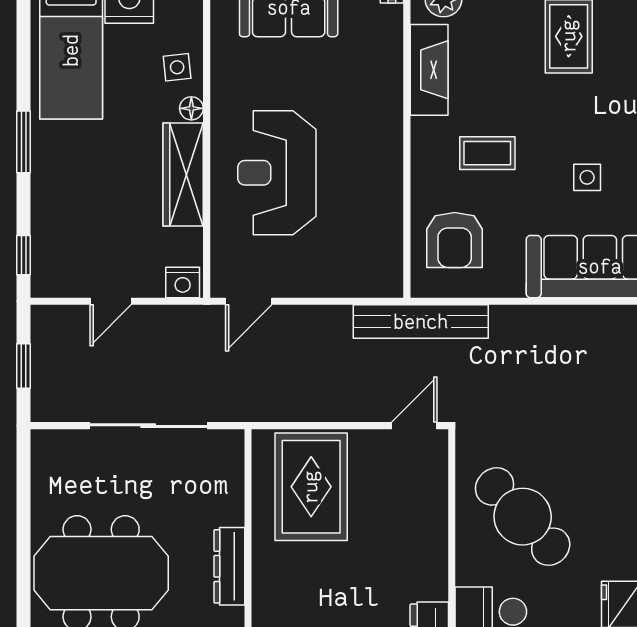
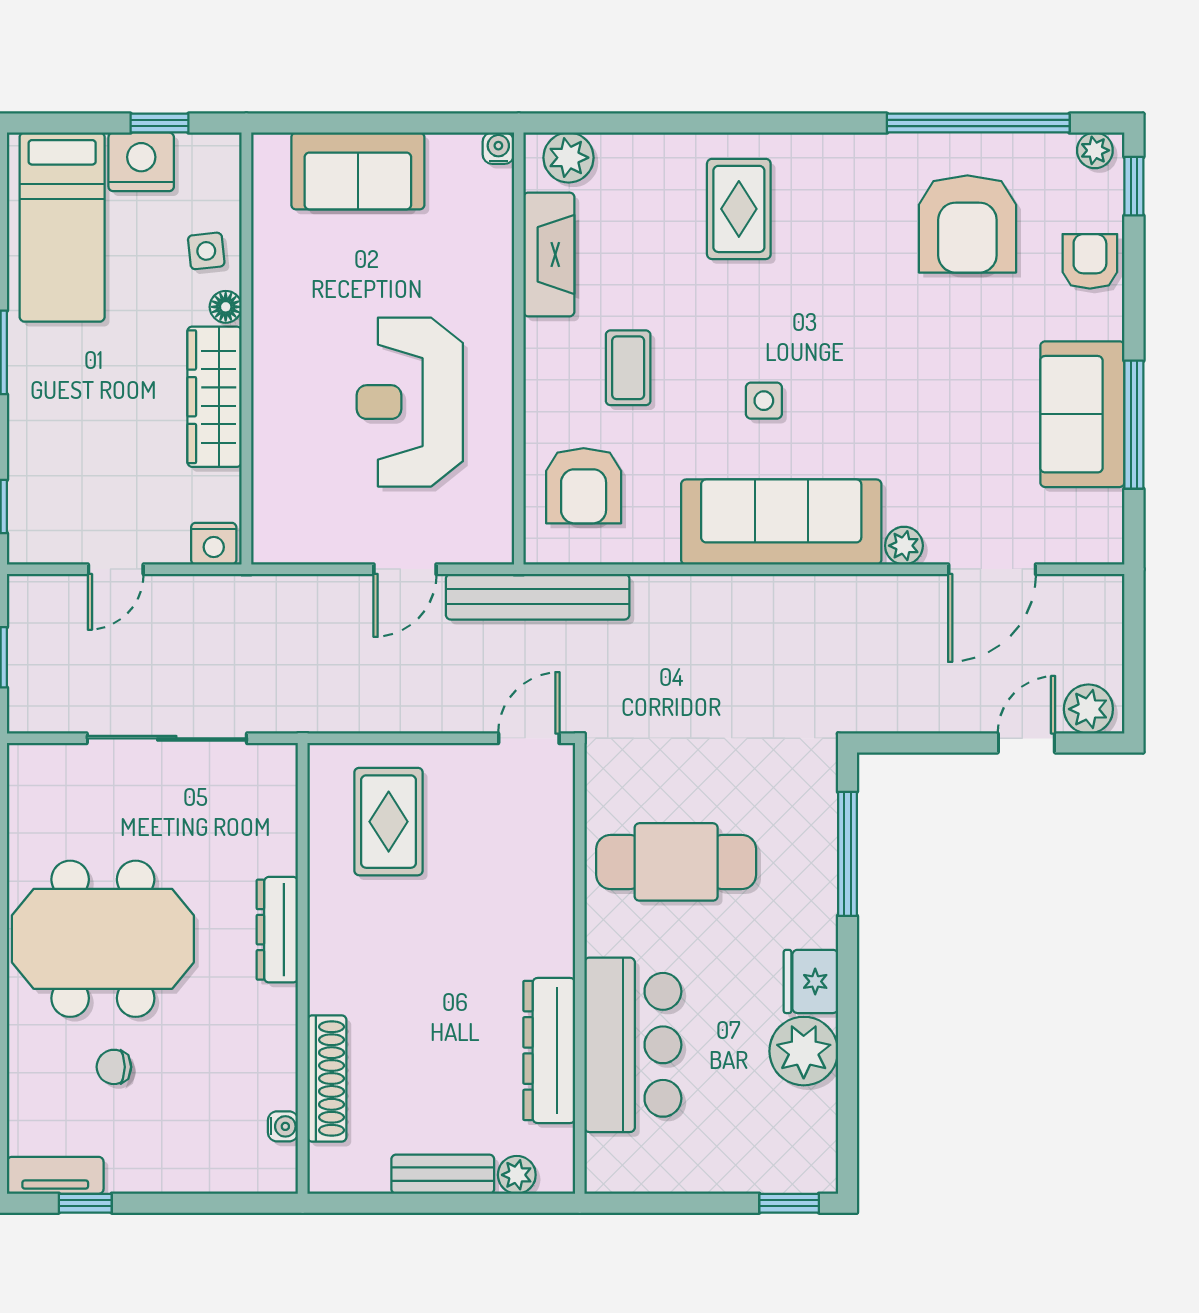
coffee table: (487, 153) -> (628, 368), turned 90
reception desk: (277, 173) -> (410, 402), moved
door: (249, 301) -> (405, 569), moved
rug: (311, 487) -> (389, 822), width x0.73, depth x0.70
cafe table: (523, 517) -> (676, 862), turned -47

